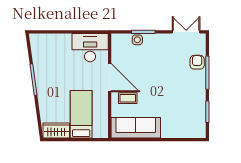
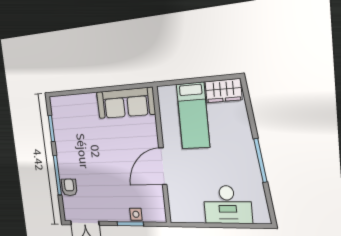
desk: (90, 48) -> (227, 205), moved
armchair: (197, 62) -> (69, 187), turned 180
door: (110, 78) -> (163, 166), hinge flipped
coffee table: (128, 98) -> (139, 140), removed

